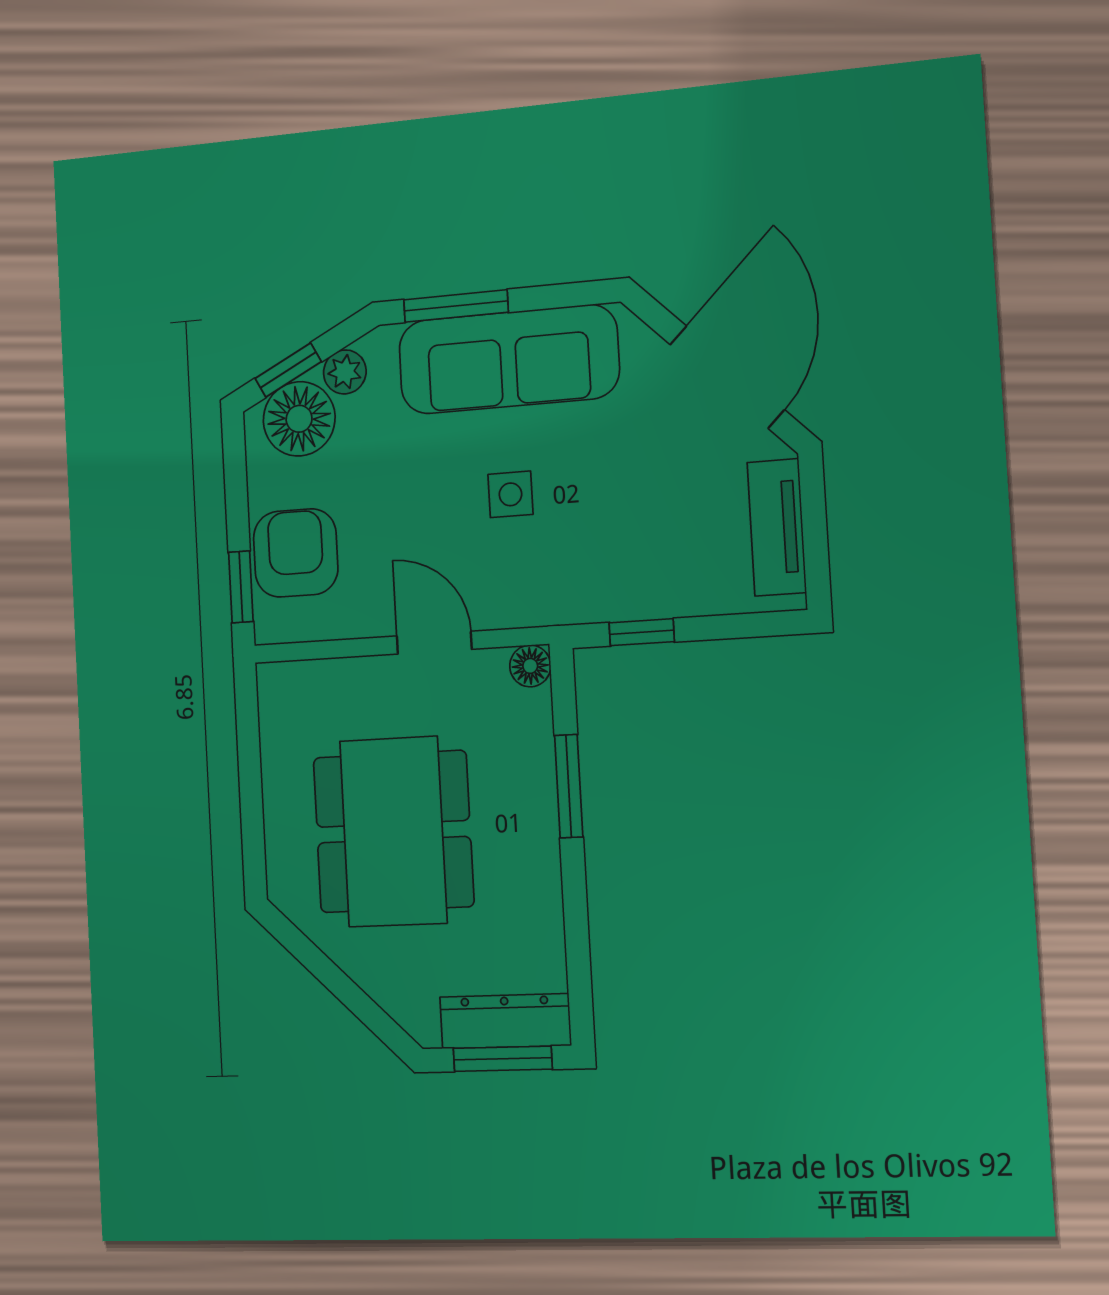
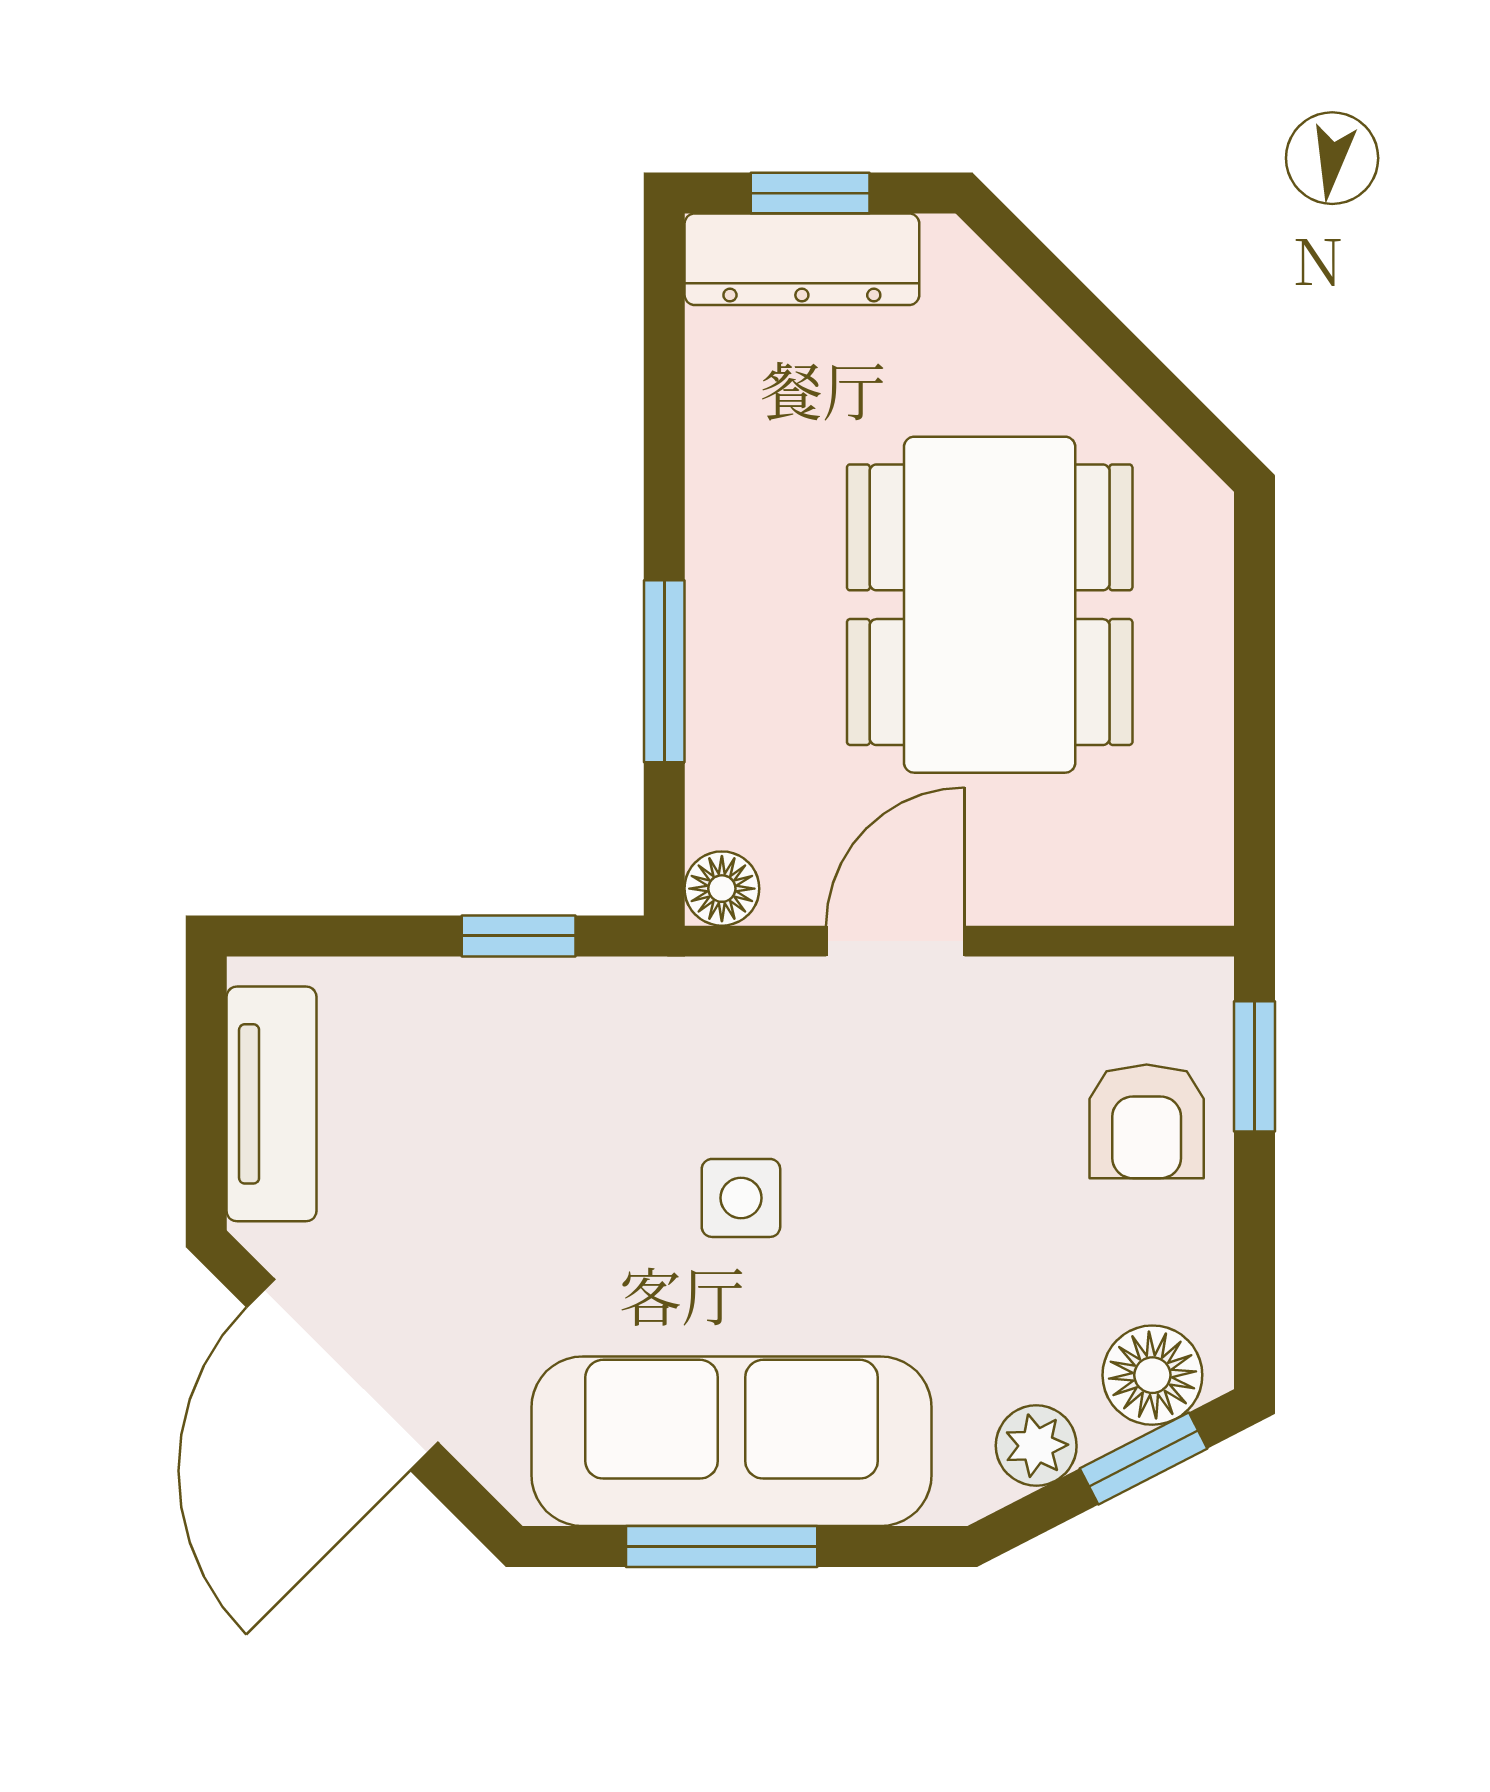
window: (456, 306) -> (722, 1547), moved
floor lamp: (299, 419) -> (1152, 1375), width x0.73, depth x0.73
armchair: (296, 553) -> (1147, 1121), width x0.72, depth x0.72
door: (434, 643) -> (895, 941), swing flipped
window: (503, 1059) -> (810, 193), width x0.67

